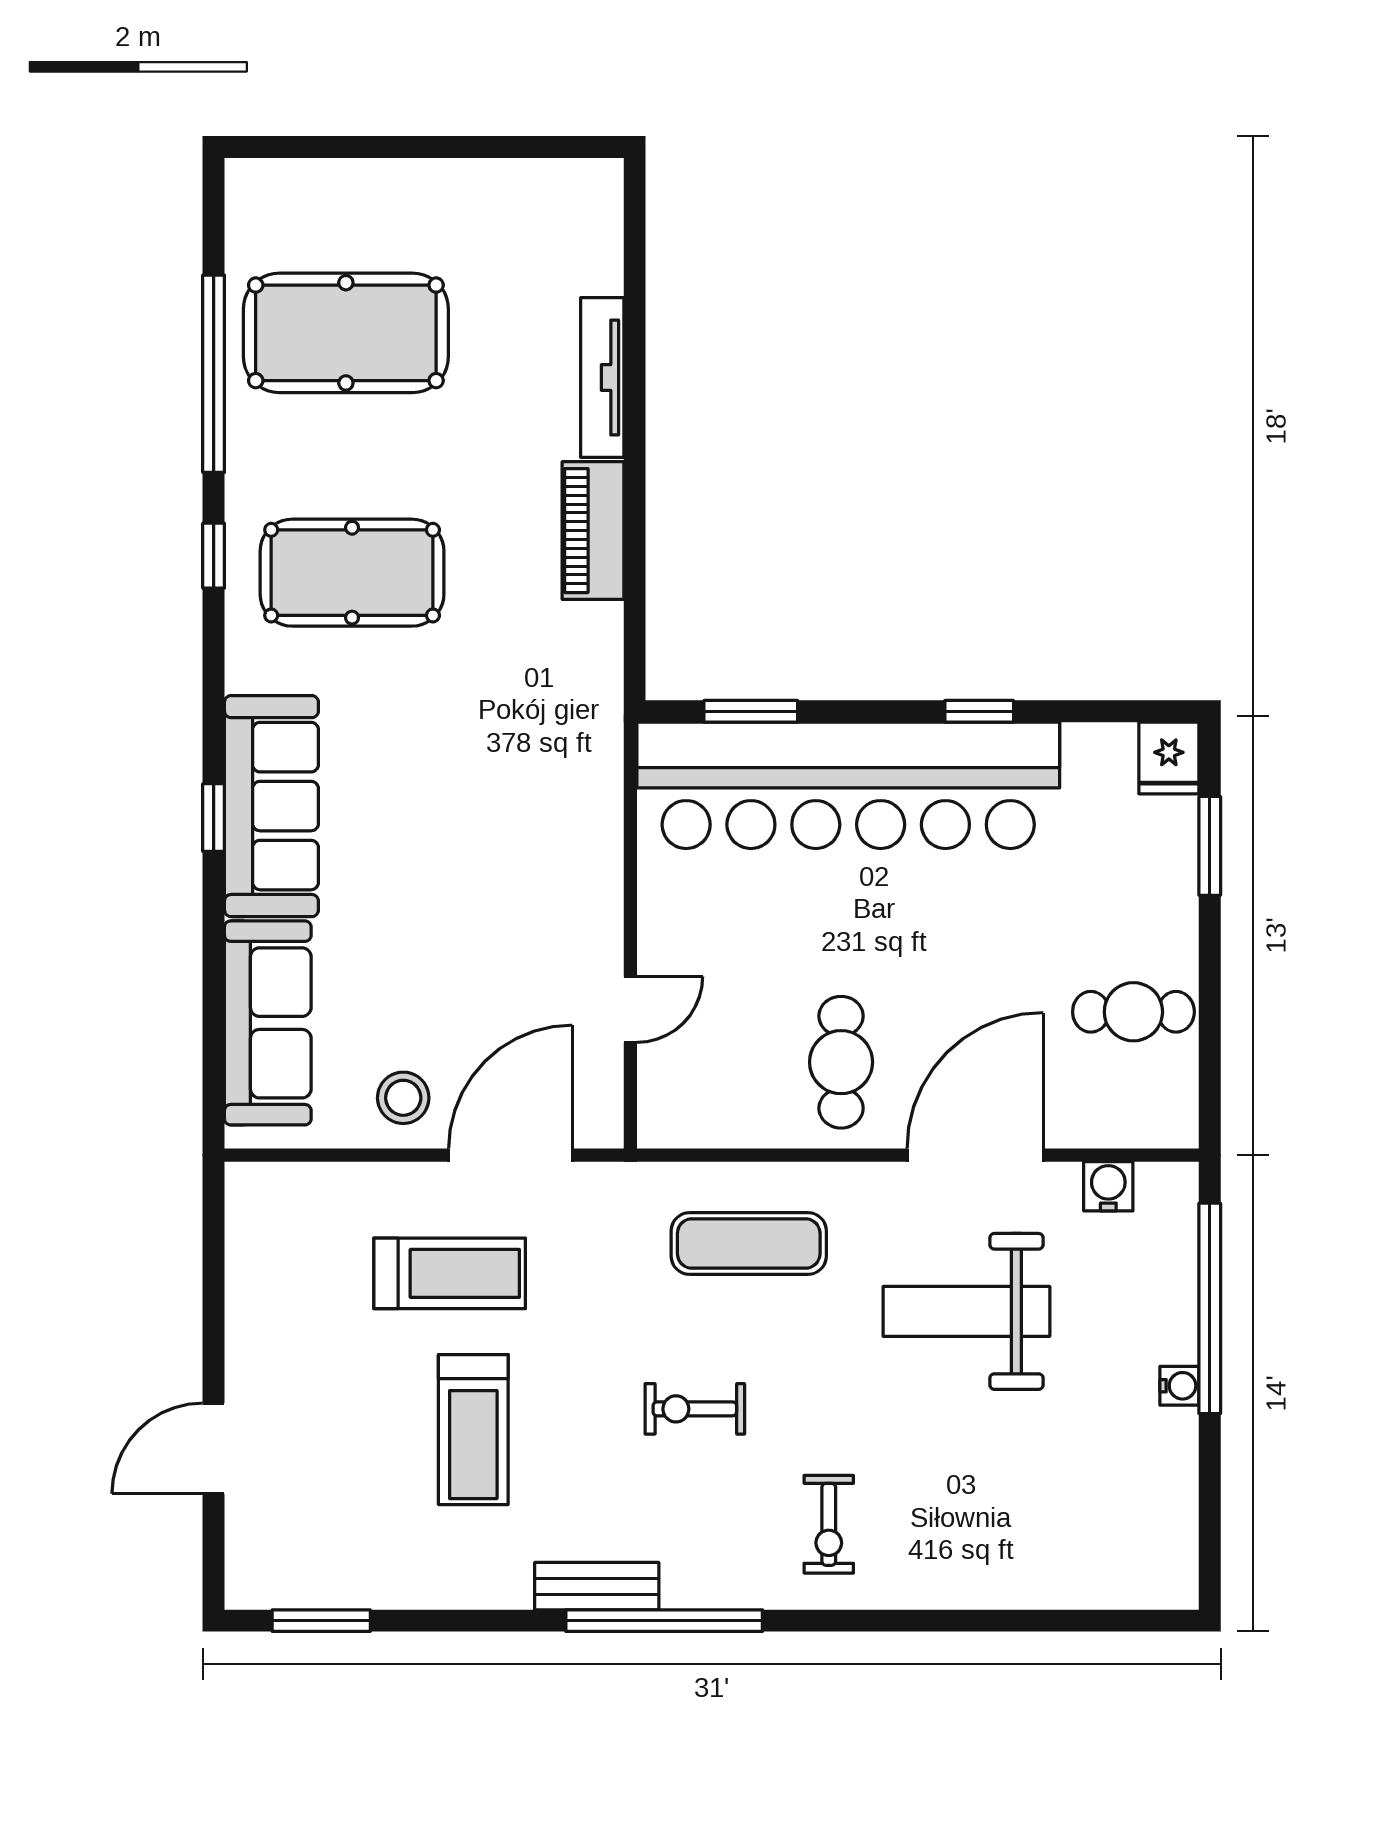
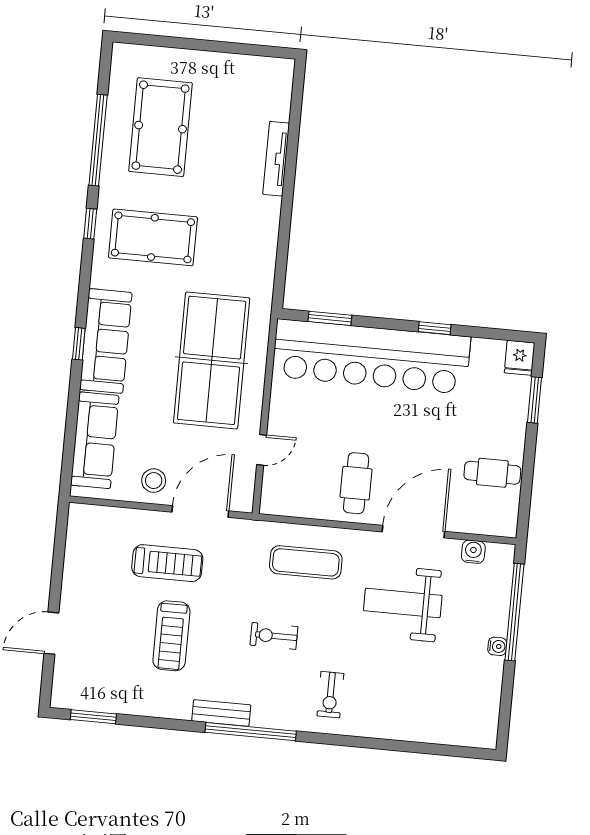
pool table: (346, 333) -> (161, 127), turned 90
piano: (593, 531) -> (265, 229), removed
table tennis table: (504, 826) -> (212, 360), added

